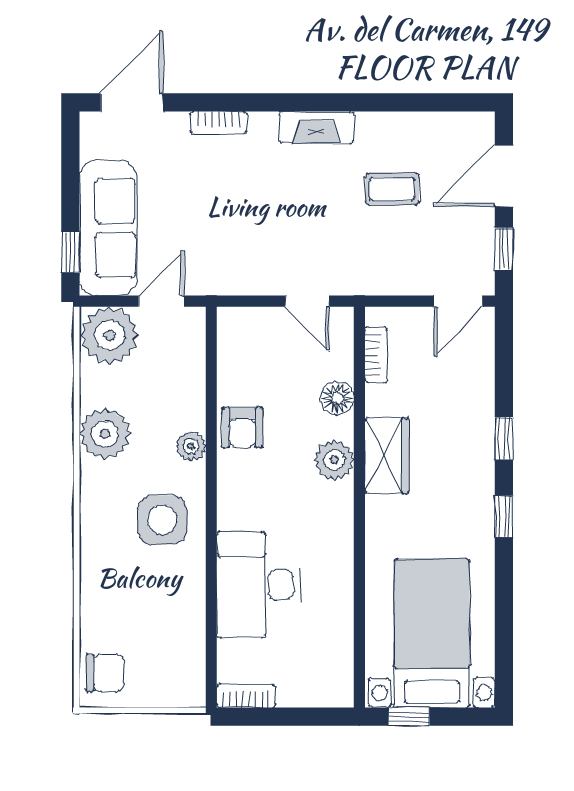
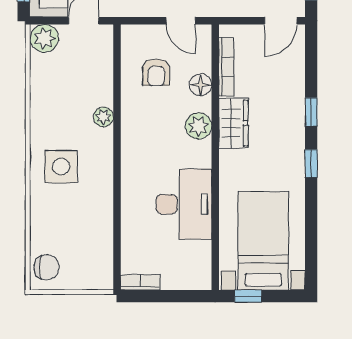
plant: (109, 335) -> (44, 38), width x0.73, depth x0.73
bookcase: (376, 355) -> (226, 67), width x1.56
armchair: (242, 427) -> (156, 72), moved
plant: (105, 434) -> (46, 109), removed
side table: (162, 520) -> (61, 167), moved
desk: (258, 585) -> (184, 204), moved, turned 180

